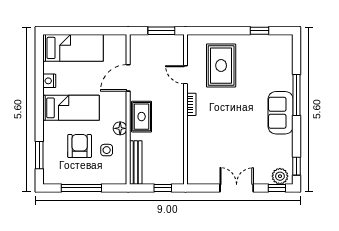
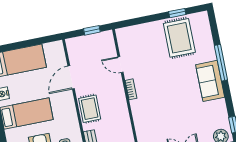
window: (161, 31) -> (92, 30), width x0.67
rug: (221, 66) -> (179, 38), moved
floor lamp: (120, 128) -> (73, 123), removed

